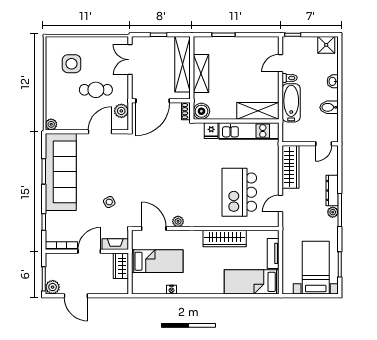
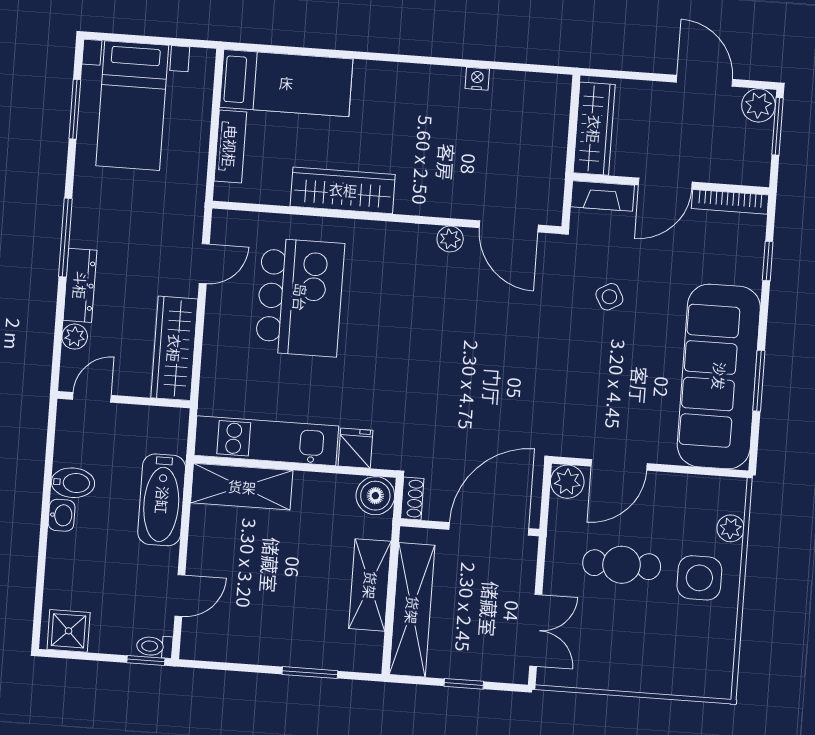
side table: (72, 64) -> (699, 578), moved
toilet: (290, 78) -> (155, 646), moved
washbasin: (333, 81) -> (62, 515), moved
plant: (121, 111) -> (567, 482), moved
plant: (51, 124) -> (731, 528), moved
plant: (333, 212) -> (75, 337), moved
bed: (157, 261) -> (506, 148), removed
wardrobe: (121, 266) -> (594, 129), width x1.50

